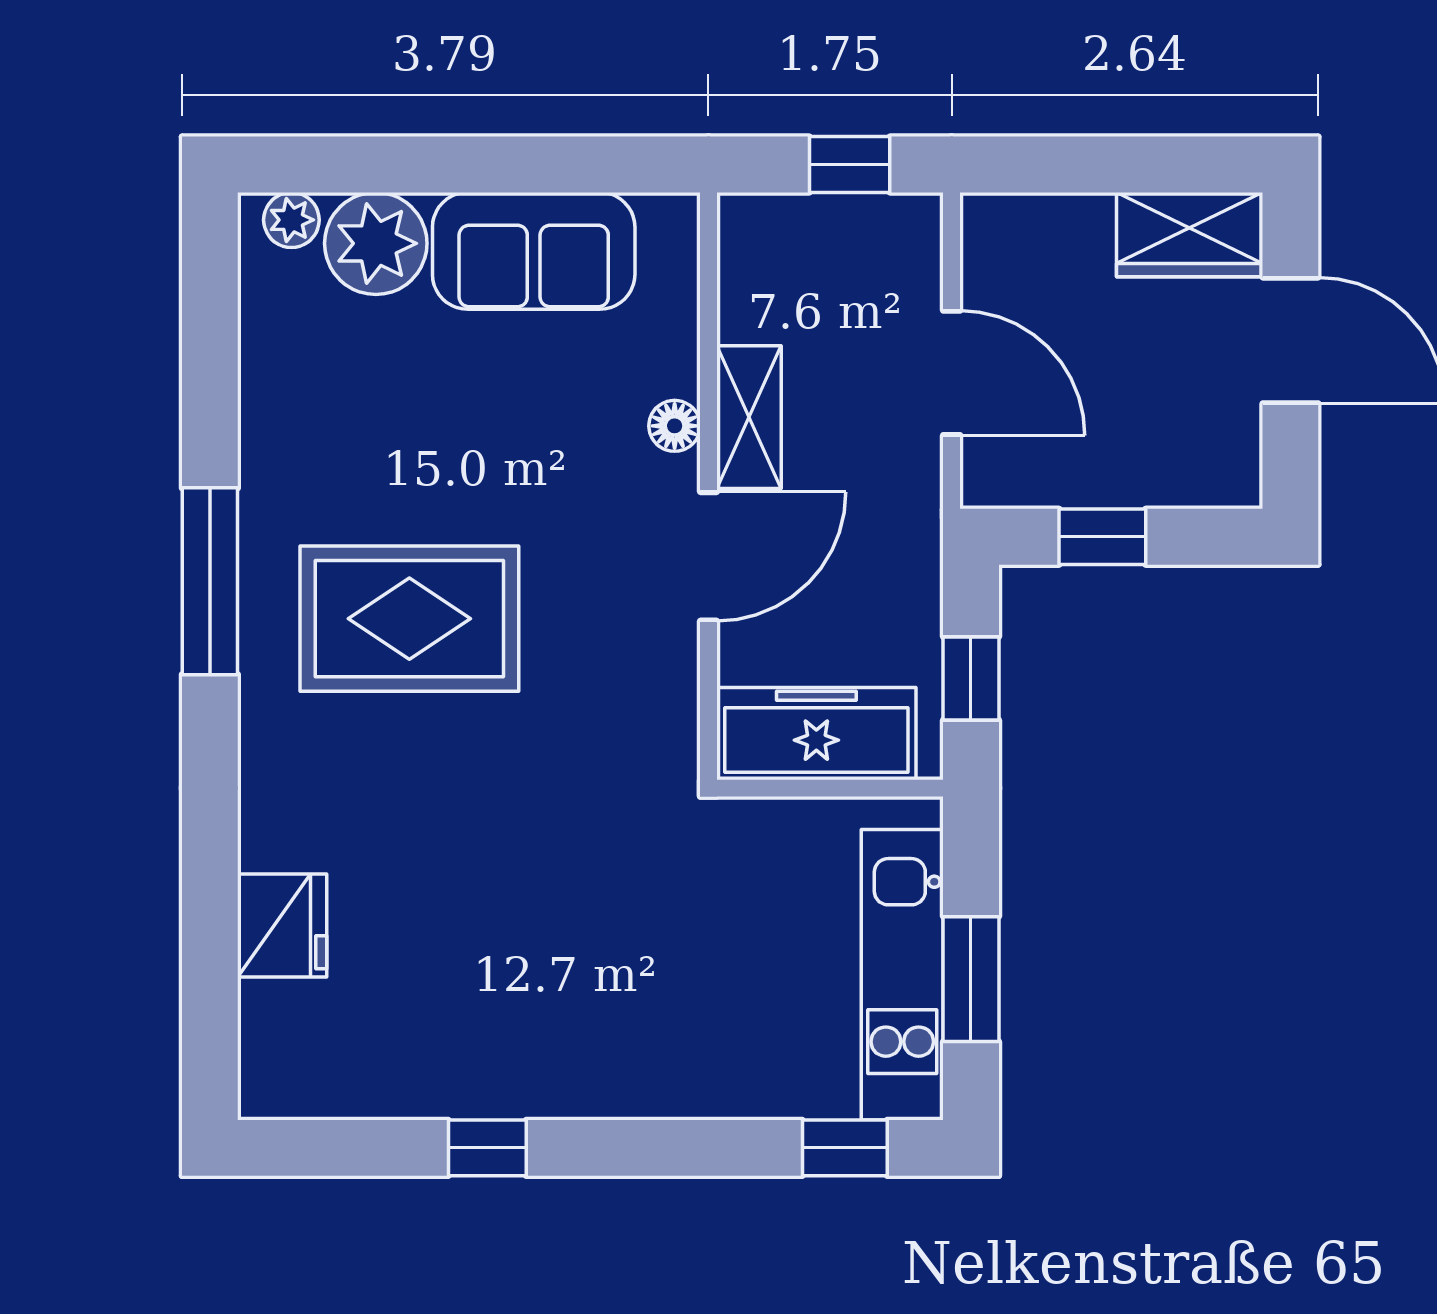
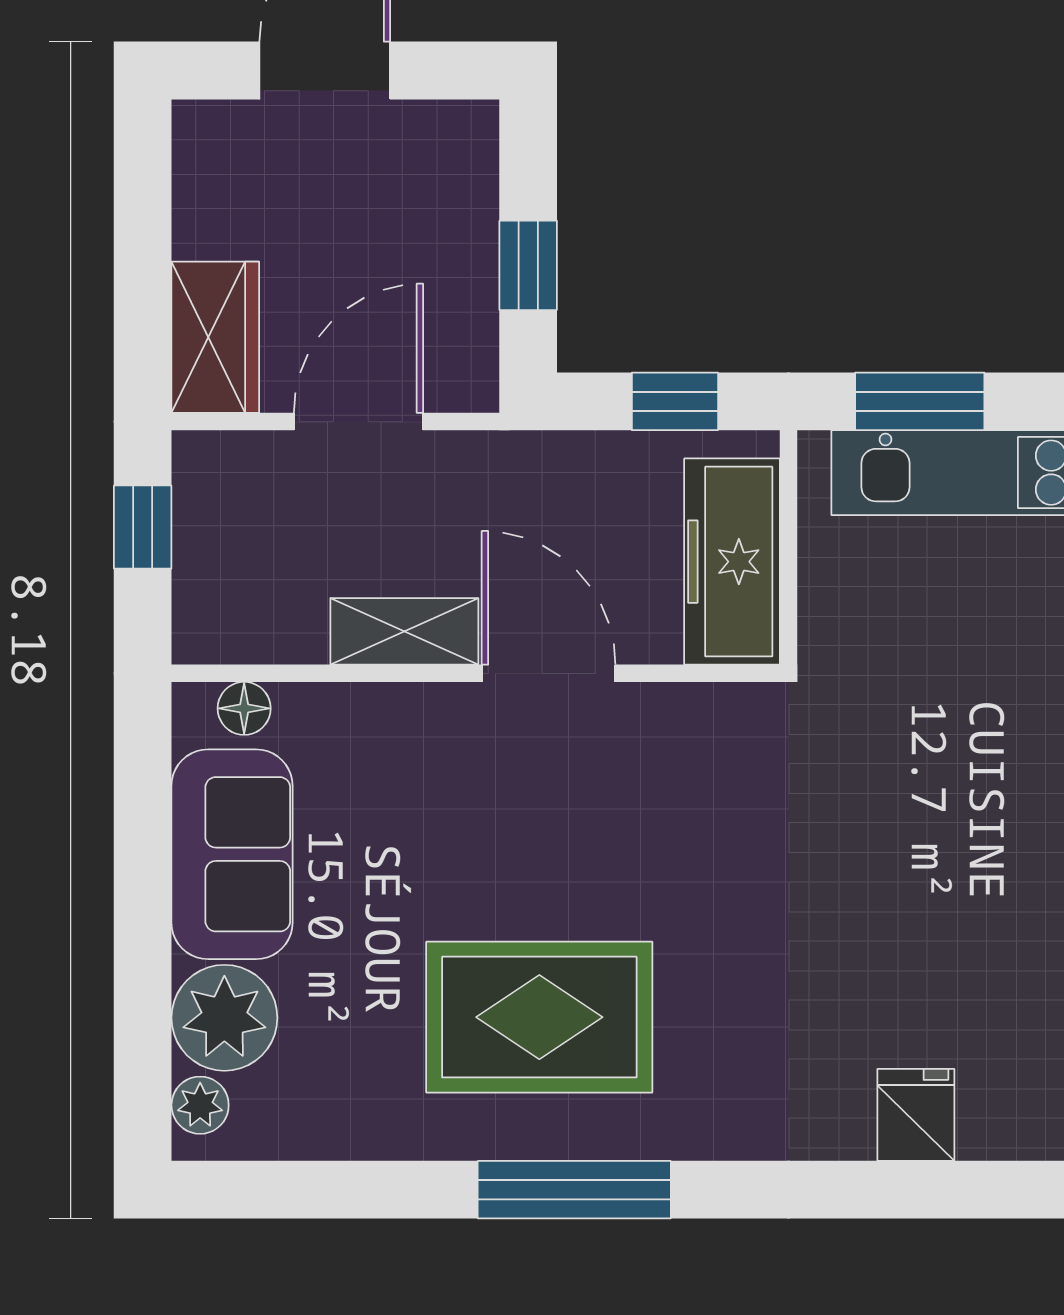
wardrobe: (1190, 235) -> (215, 337), moved
floor lamp: (675, 426) -> (244, 708), moved
rug: (409, 619) -> (539, 1017), moved, turned 90
fridge: (282, 925) -> (916, 1115), width x0.72
window: (971, 979) -> (920, 401), moved

